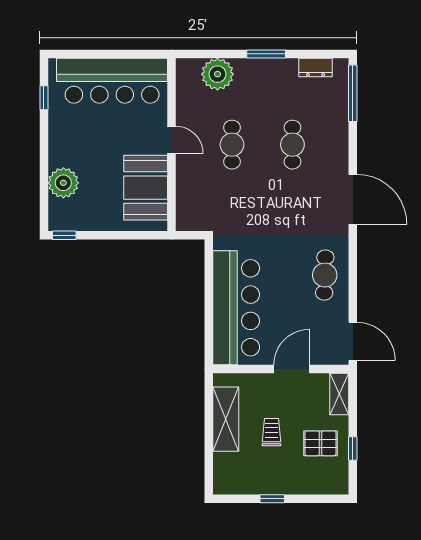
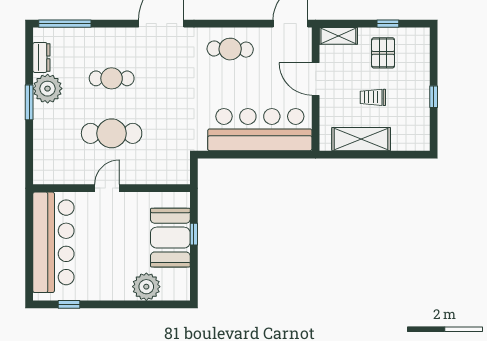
plant: (217, 74) -> (48, 89), moved
cafe table: (232, 145) -> (112, 133), width x1.37, depth x1.35
booth: (146, 188) -> (170, 238), moved, turned 90
window: (64, 235) -> (194, 234), moved

